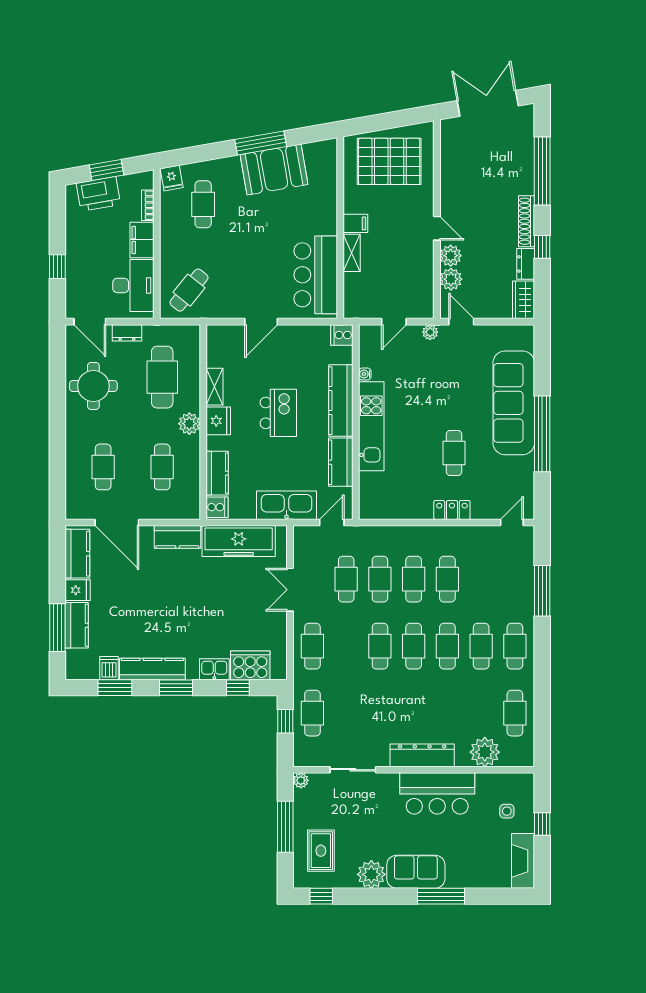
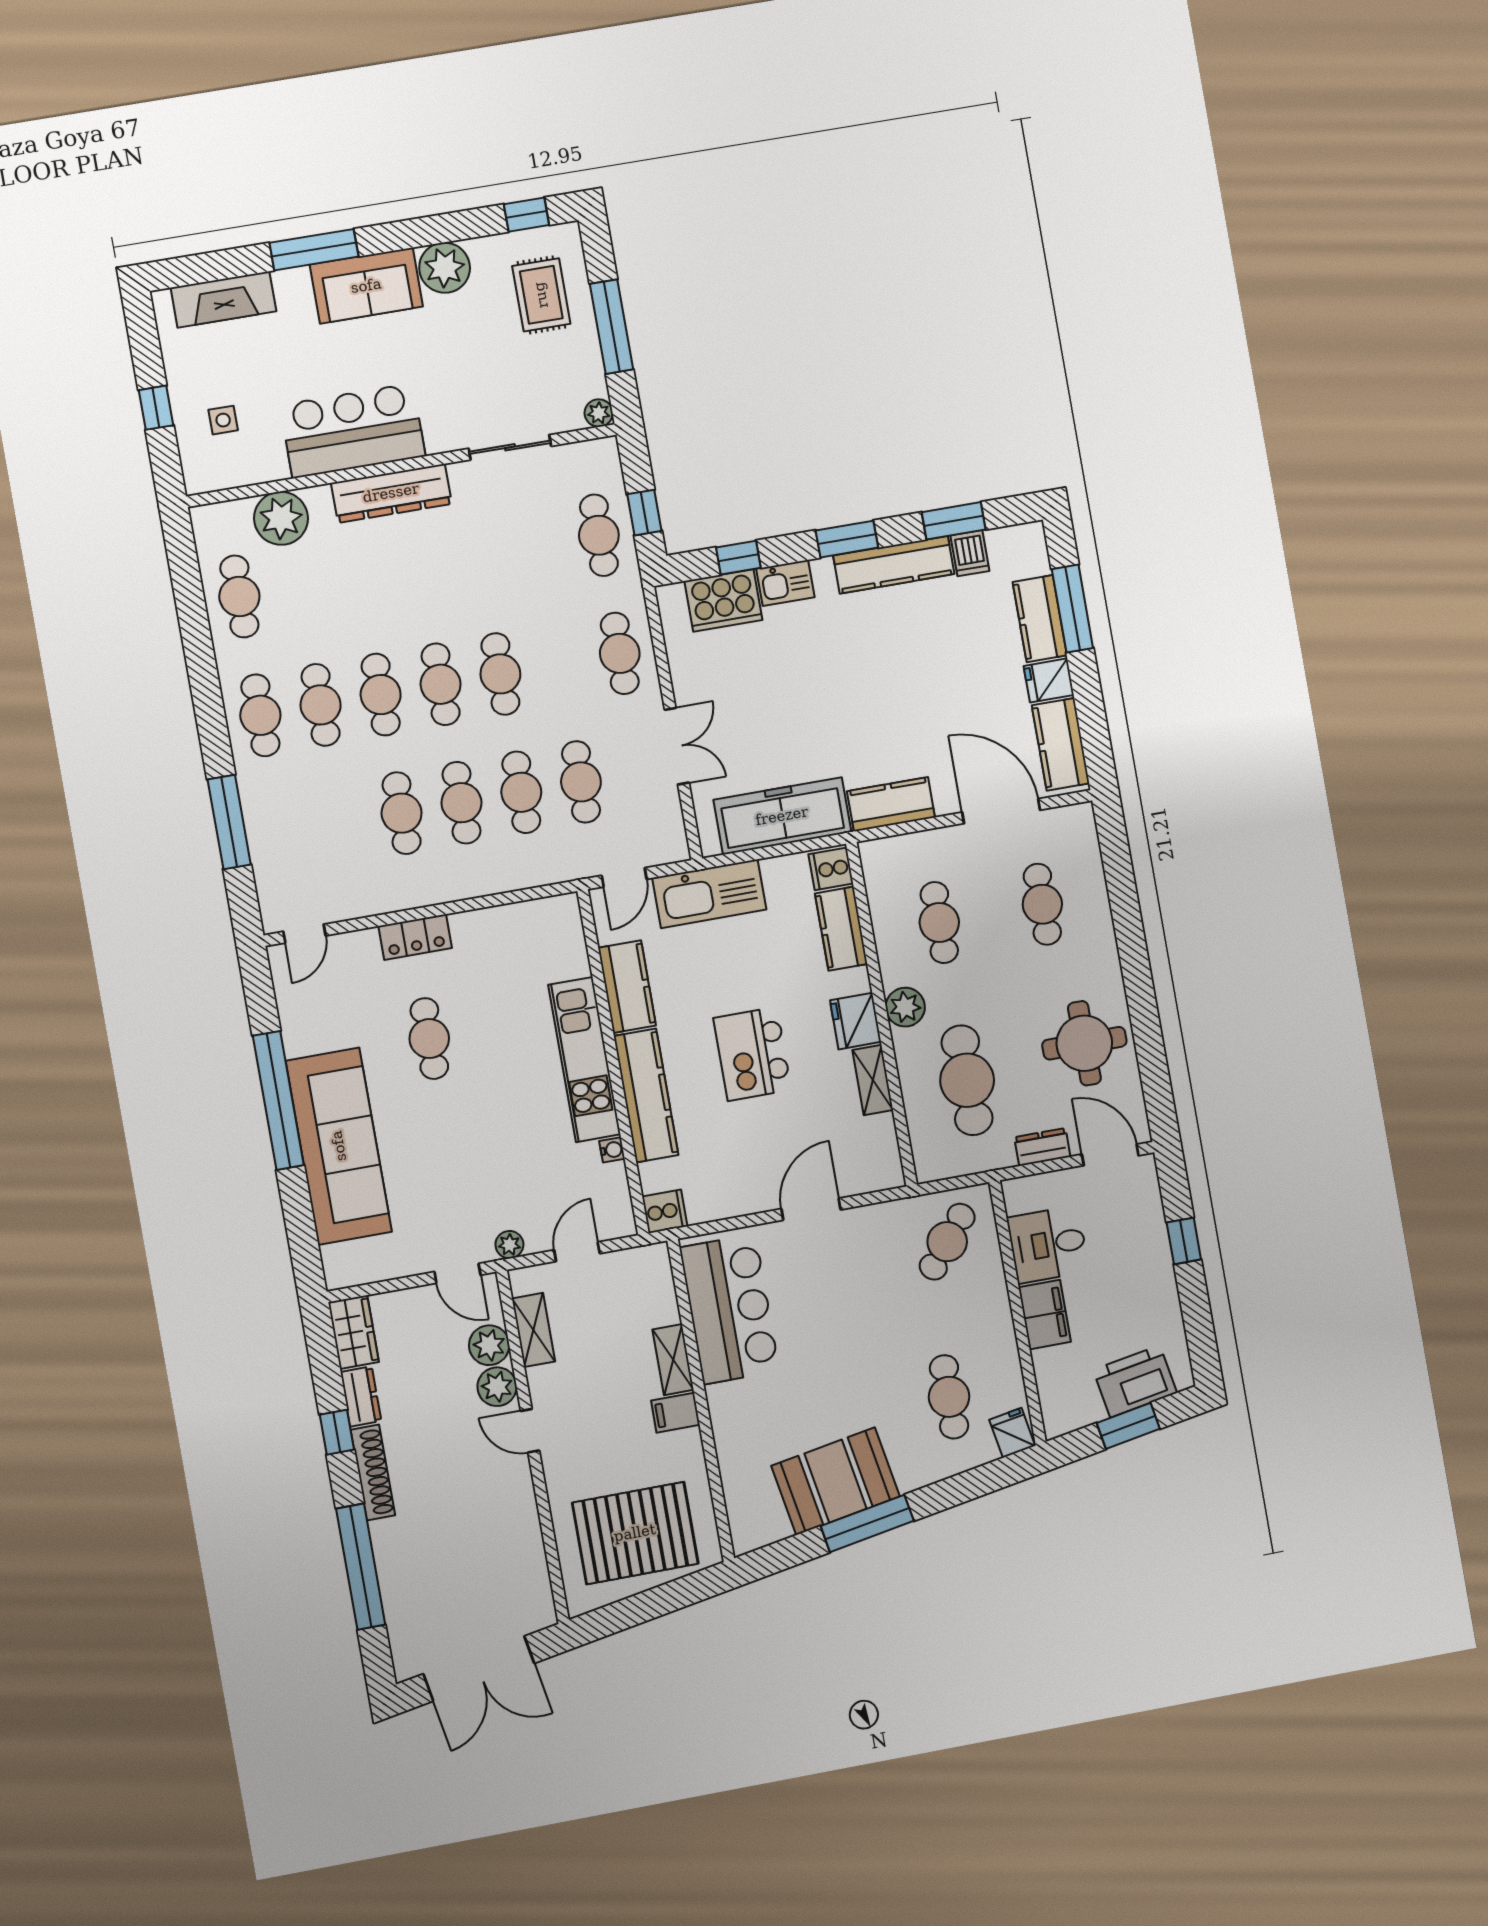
bookcase: (148, 205) -> (1045, 1377), removed
shelving: (425, 283) -> (533, 1330), added
desk: (133, 285) -> (1048, 1244), width x0.73
fireplace: (523, 861) -> (223, 299), moved, turned 90

